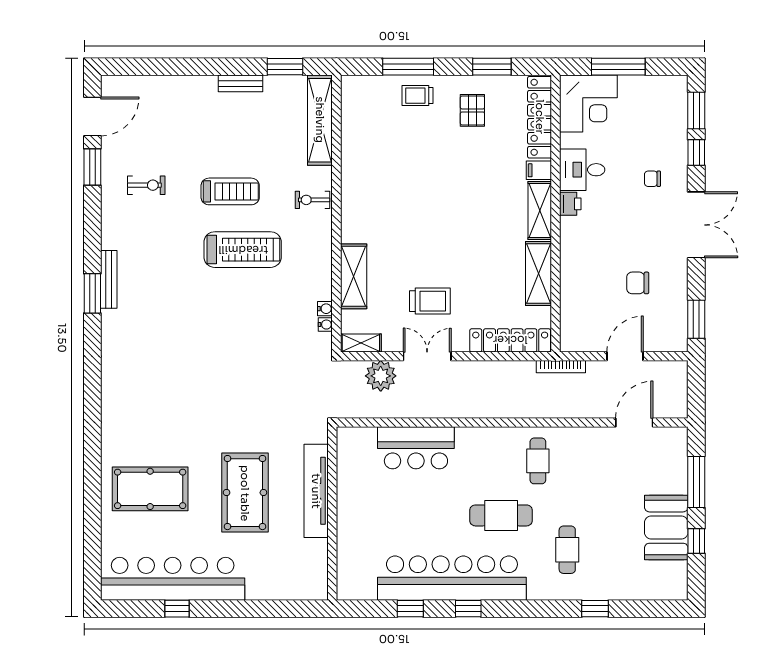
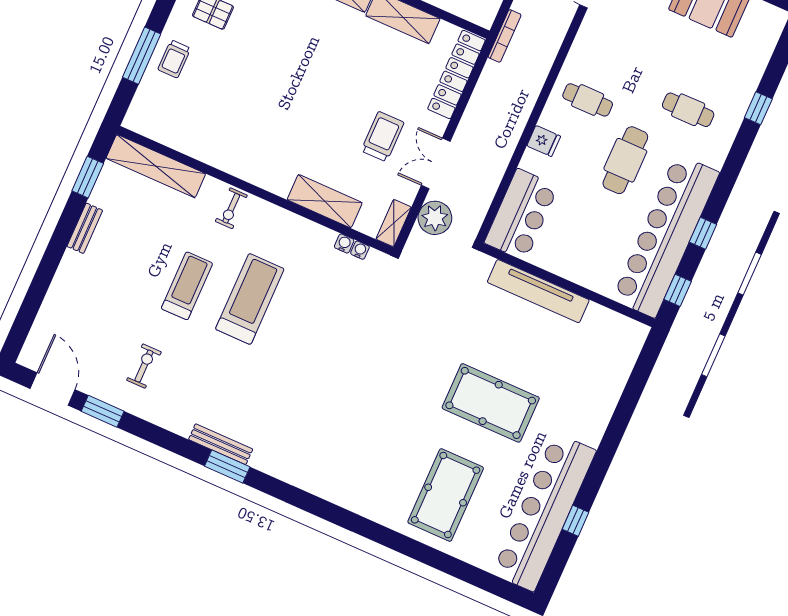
fridge: (487, 439) -> (544, 141), added
tv unit: (316, 491) -> (538, 291), moved
wall: (332, 513) -> (568, 285), moved

